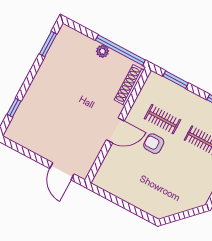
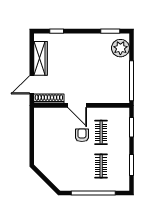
plant: (103, 51) -> (120, 48), moved, width x1.87, depth x1.87
shoe rack: (129, 85) -> (49, 99), moved
wardrobe: (36, 144) -> (41, 58), added

